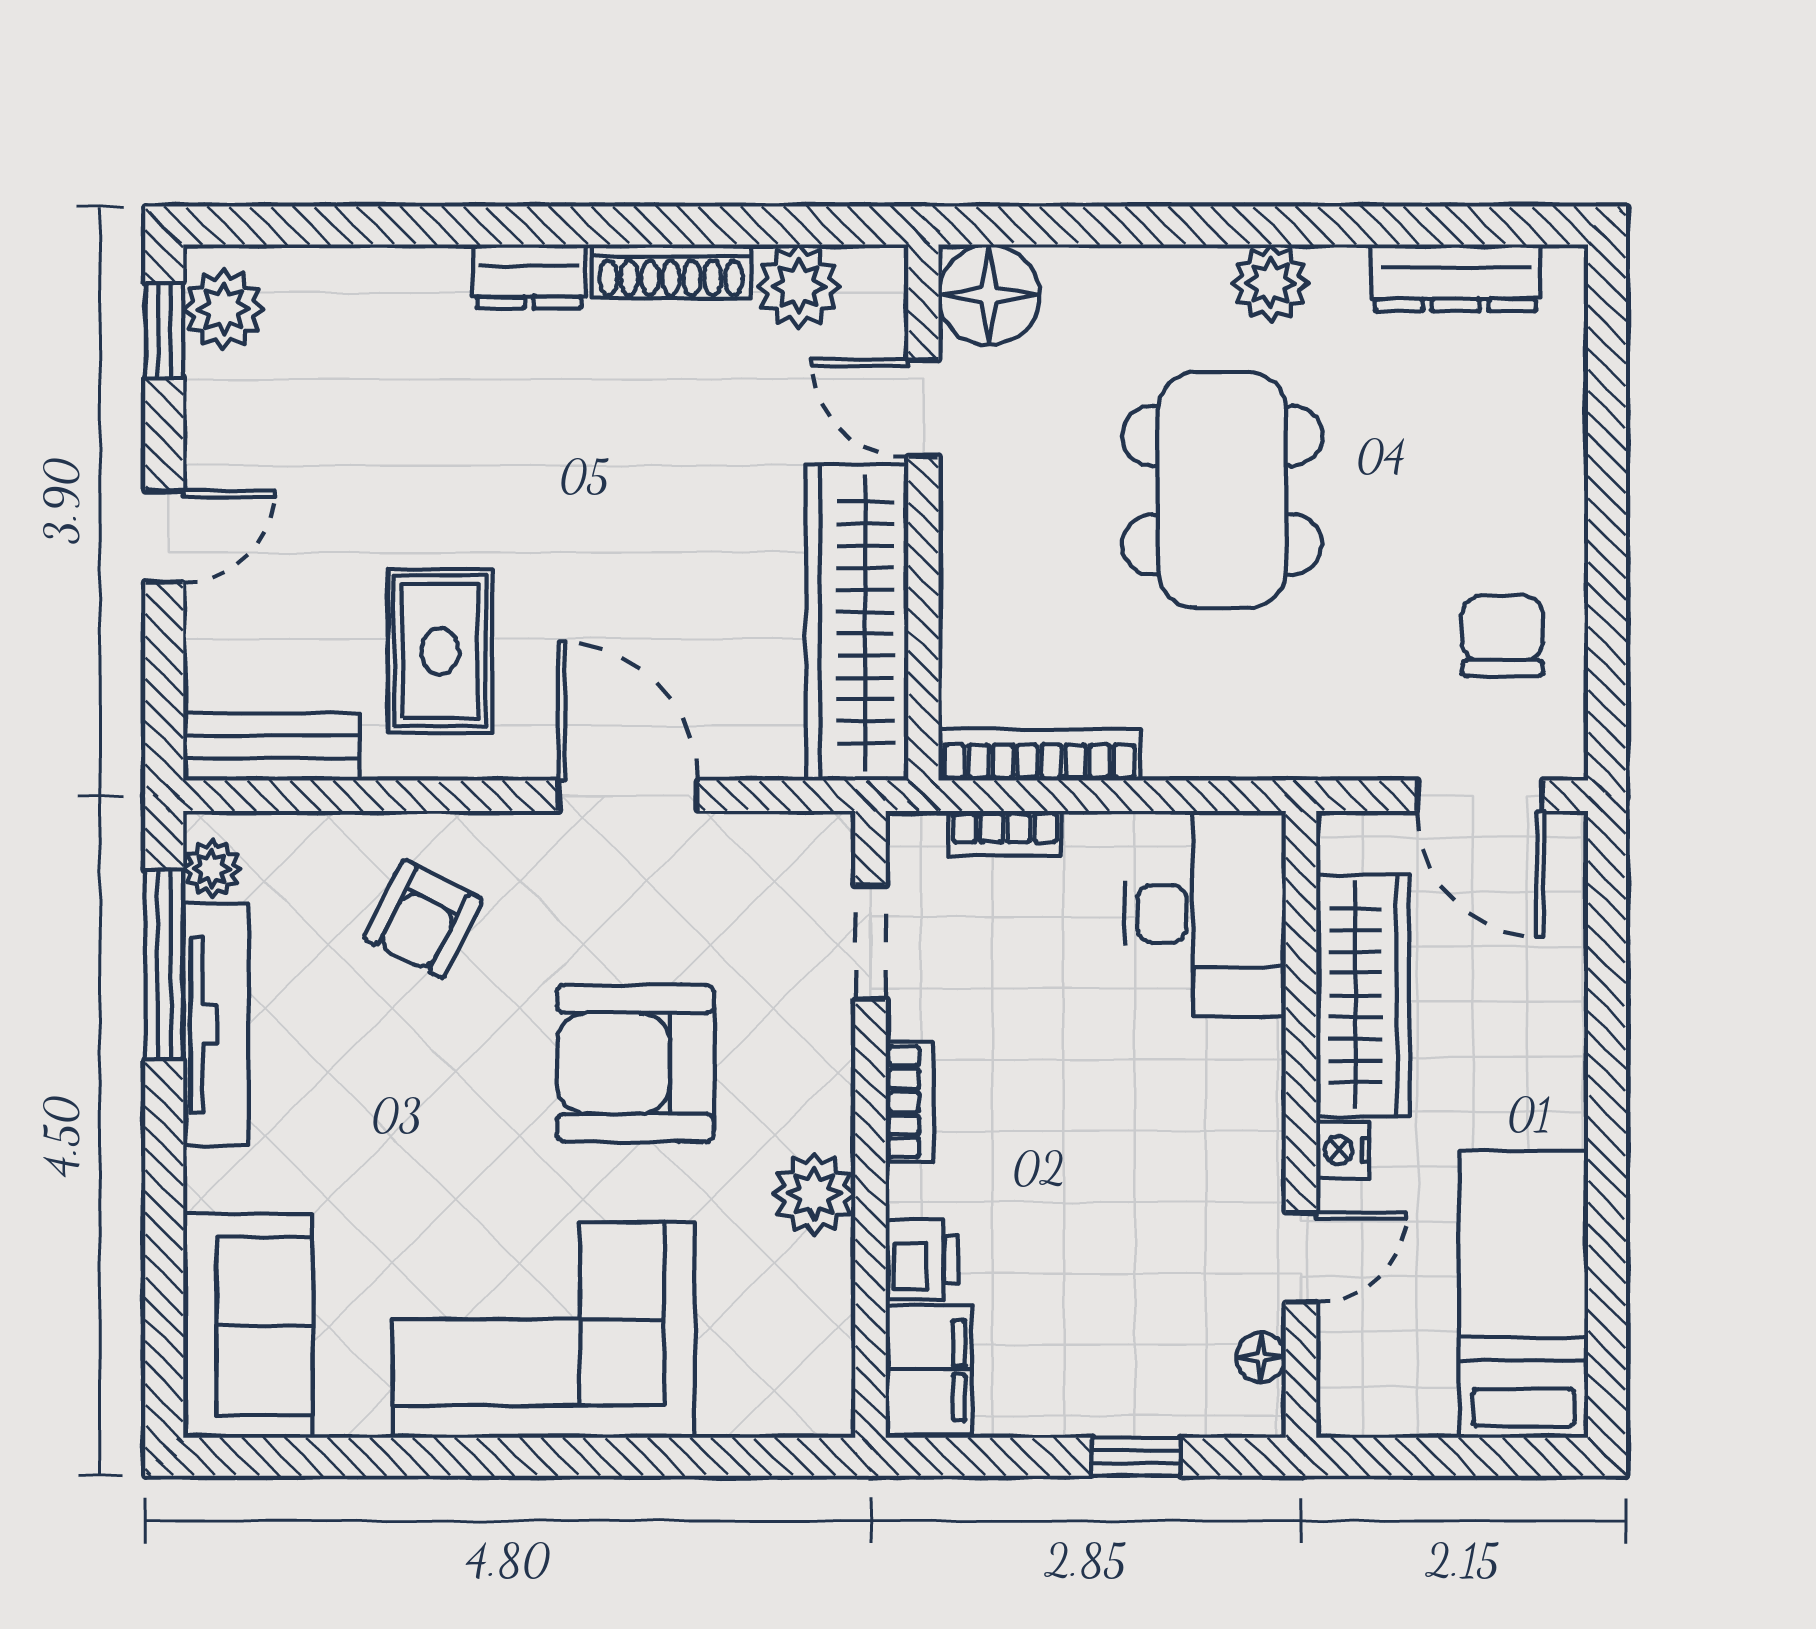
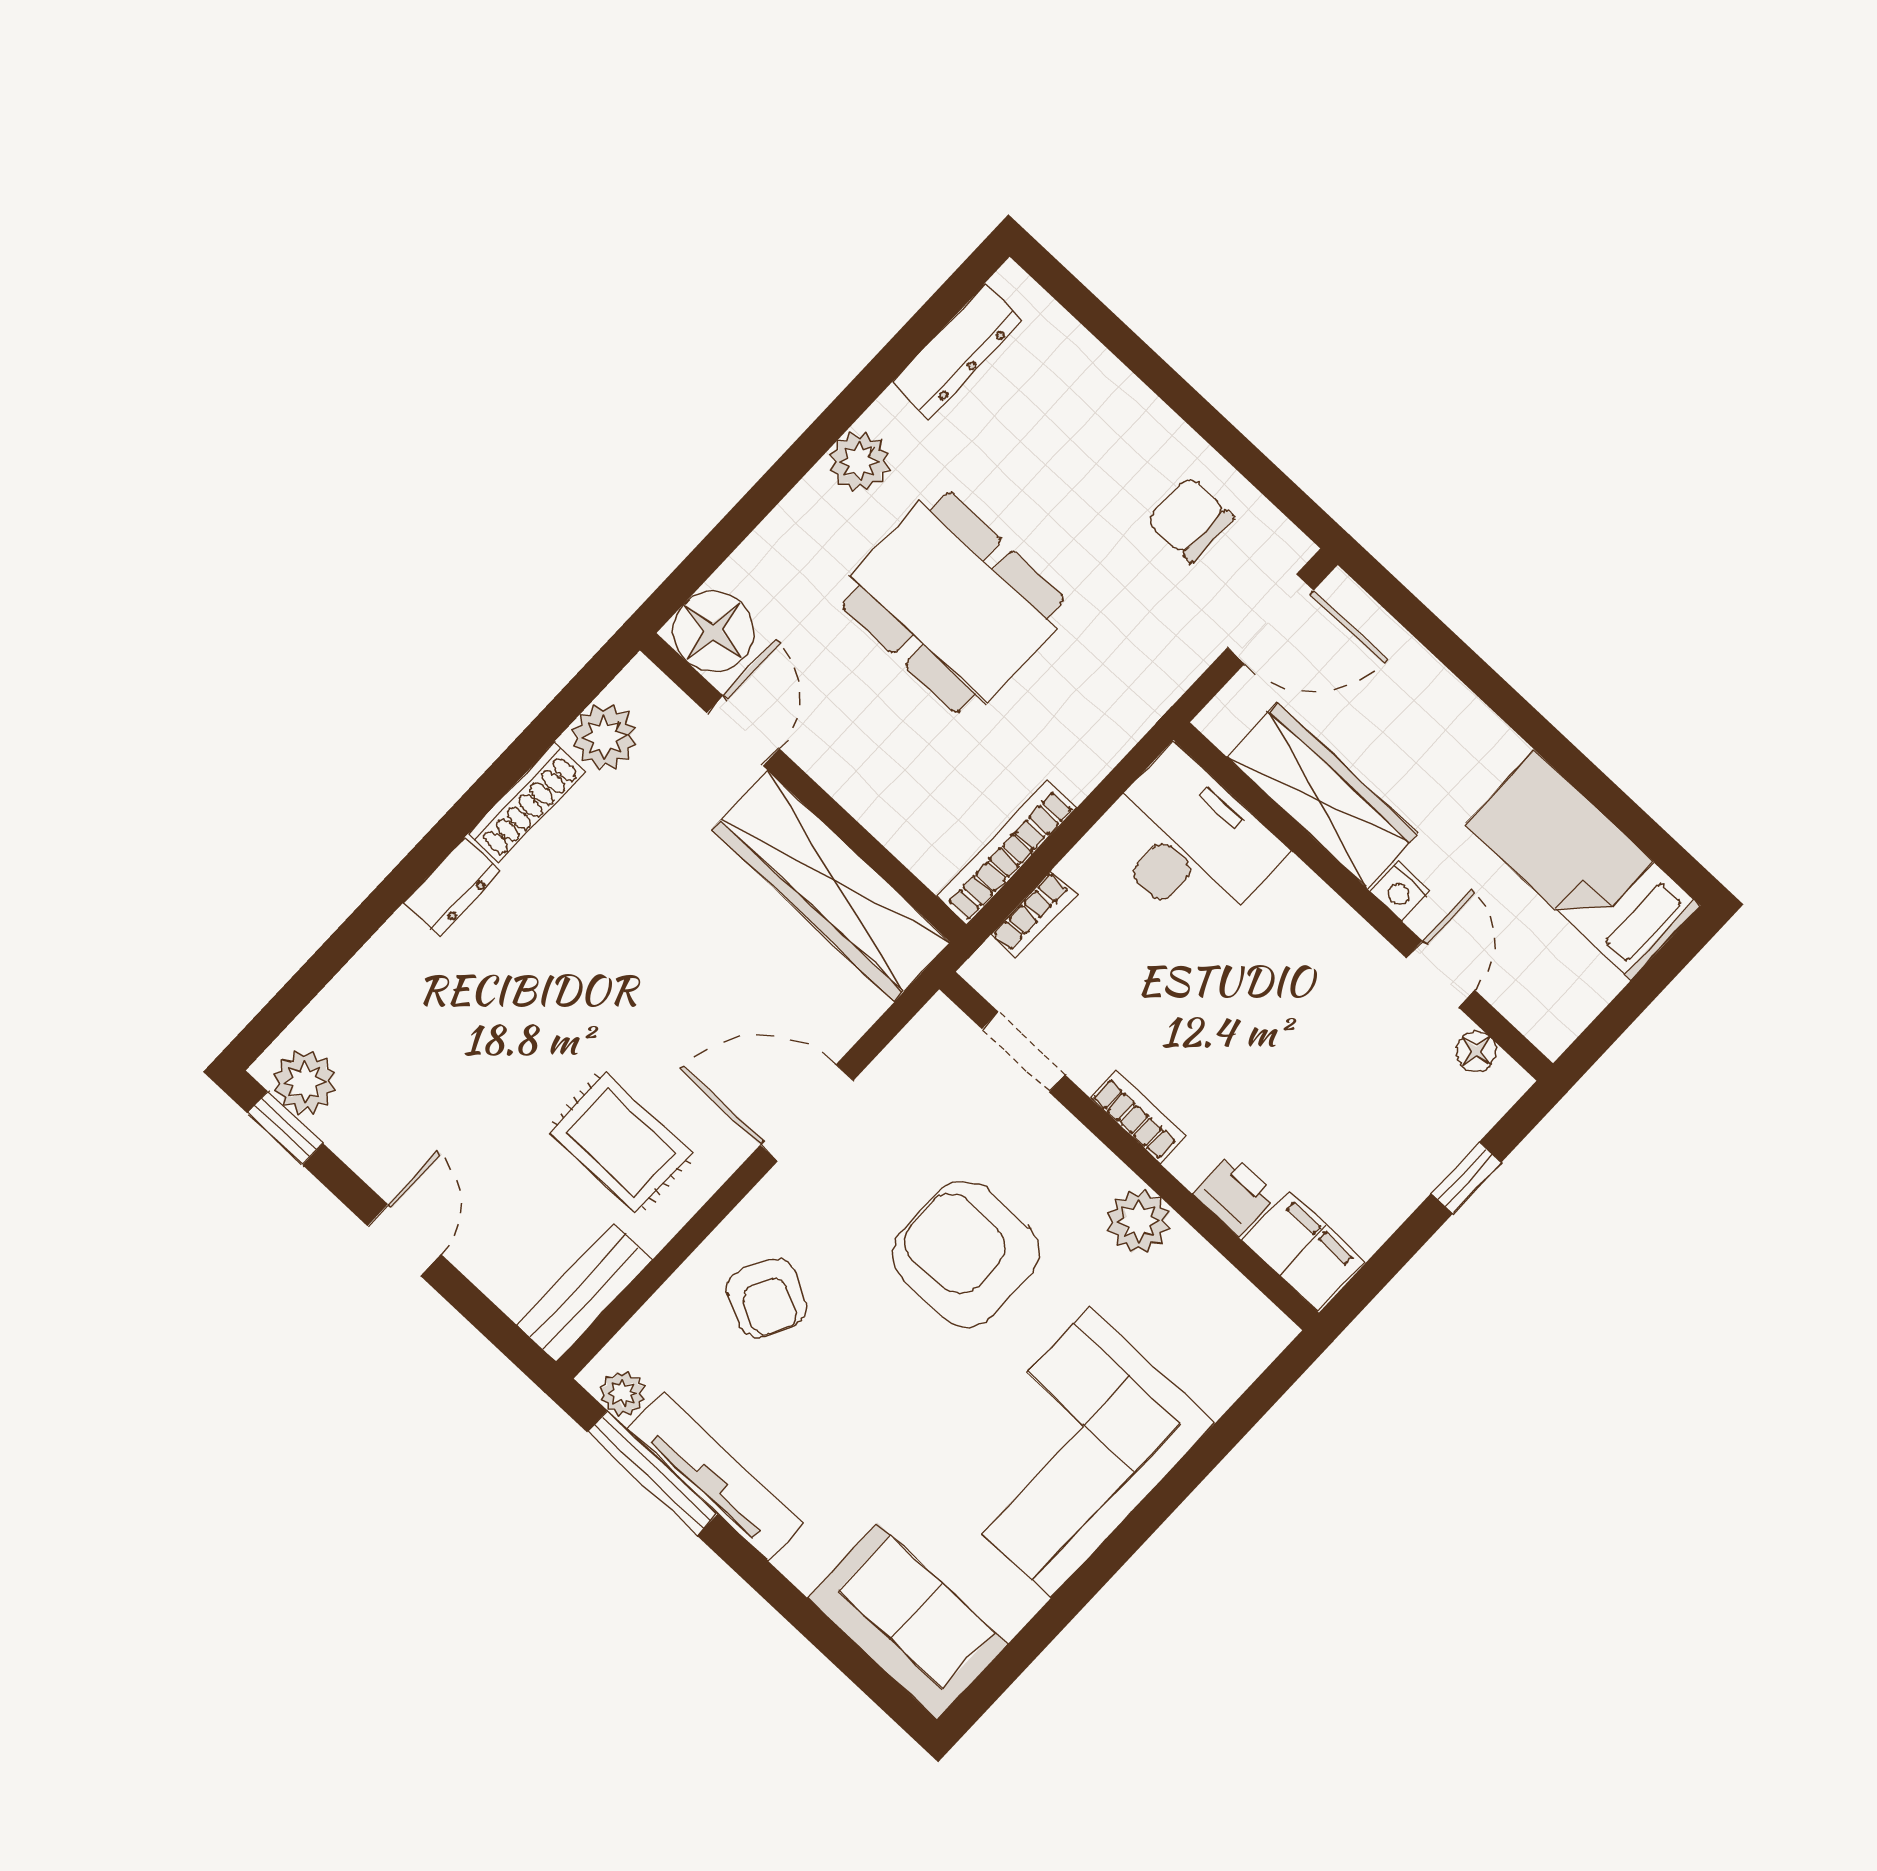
door: (923, 408) -> (743, 731), swing flipped
armchair: (635, 1063) -> (966, 1254), turned 90

